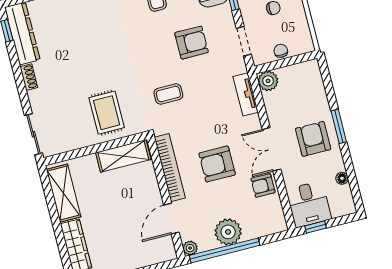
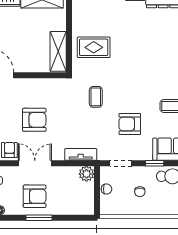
armchair: (191, 43) -> (130, 124), turned 90
armchair: (217, 164) -> (34, 120), turned 90
bookcase: (170, 168) -> (41, 84), removed

